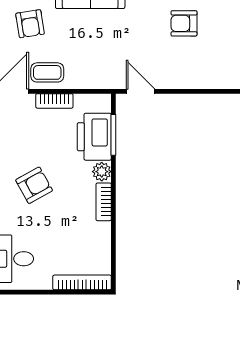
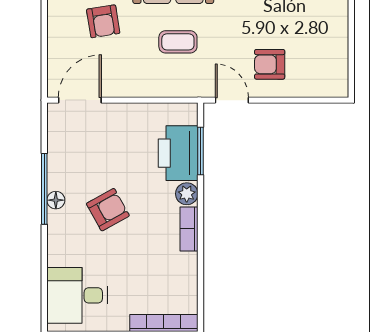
armchair: (184, 23) -> (270, 64), moved
coffee table: (47, 72) -> (178, 42), moved
bookcase: (54, 101) -> (132, 111), removed

